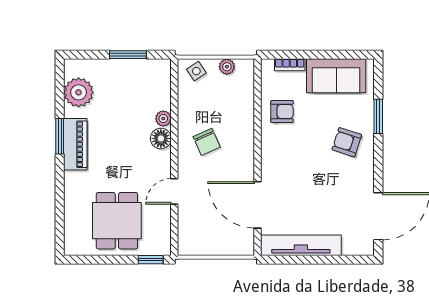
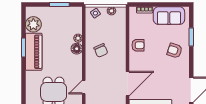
armchair: (282, 111) -> (138, 45), moved
piano: (75, 144) -> (34, 52), width x1.37, depth x1.33
door: (174, 191) -> (84, 87), moved
door: (257, 205) -> (128, 84), swing flipped

